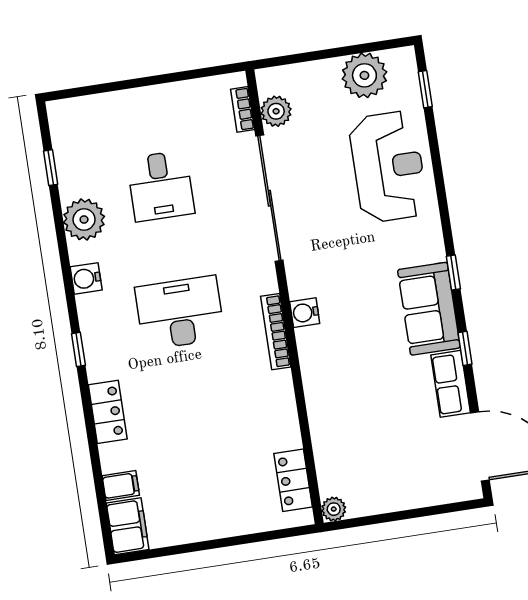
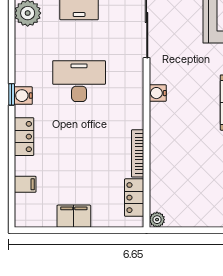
water cooler: (86, 278) -> (23, 96), moved
bookcase: (276, 332) -> (138, 153), moved
filing cabinet: (128, 526) -> (74, 216), moved, turned -90

